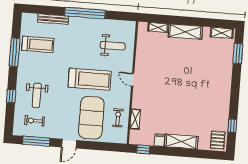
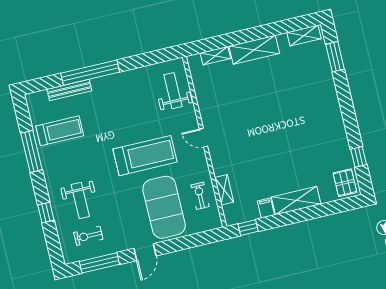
window: (85, 13) -> (90, 73), moved
weight bench: (113, 46) -> (173, 91), moved, turned -90

